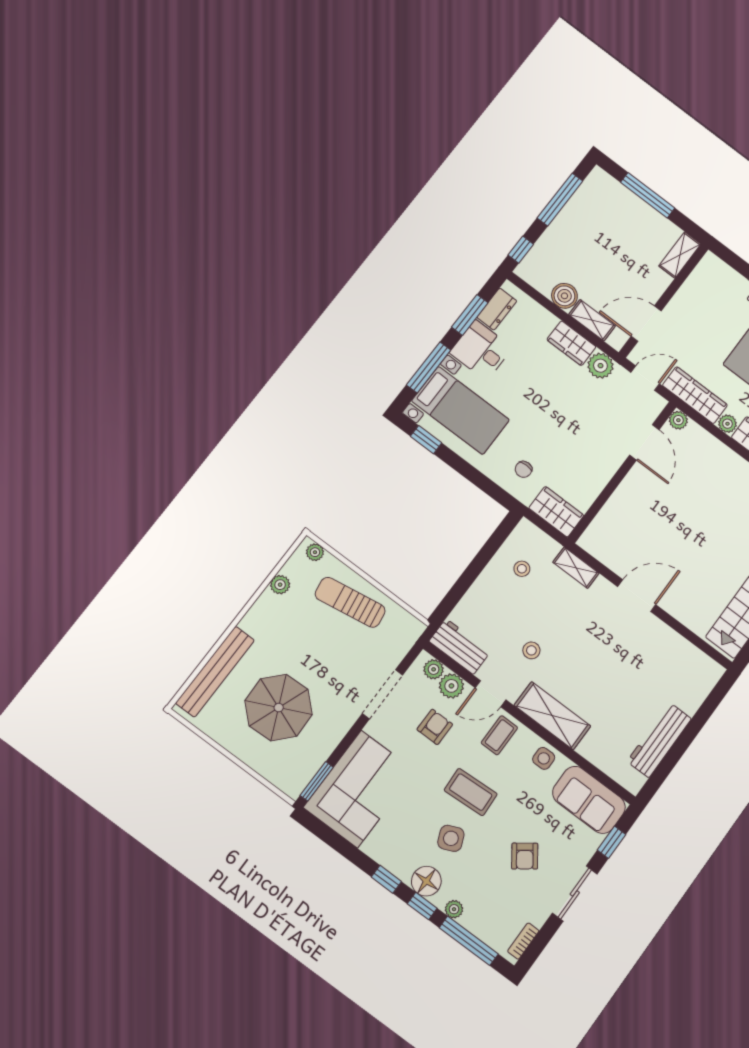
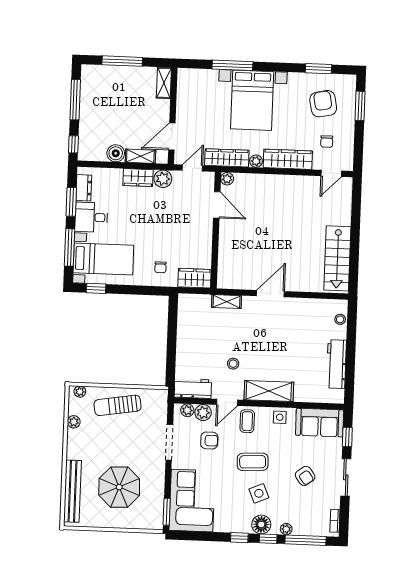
stool: (522, 569) -> (340, 319), moved
armchair: (435, 727) -> (209, 440), turned 90

